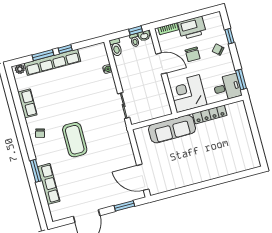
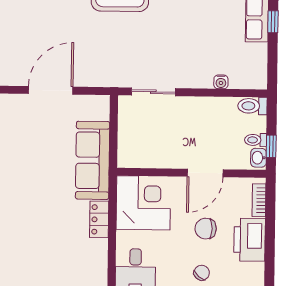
locker: (210, 114) -> (99, 219), width x0.66
door: (143, 177) -> (51, 90), moved

